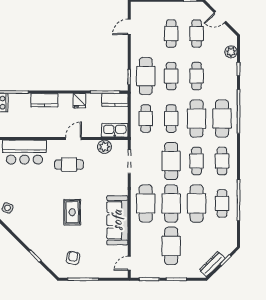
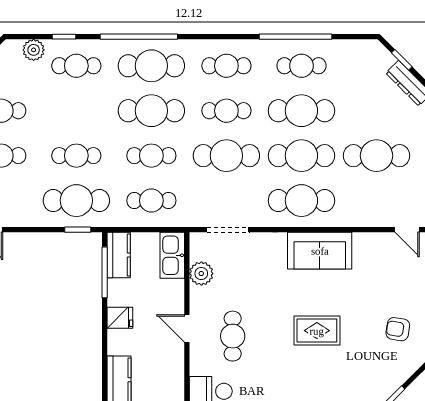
cafe table: (197, 76) -> (76, 66), moved
sofa: (117, 220) -> (320, 251), width x0.73

